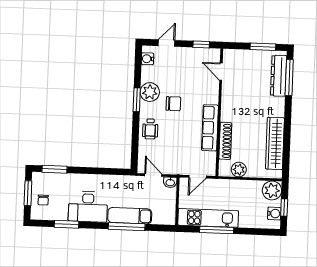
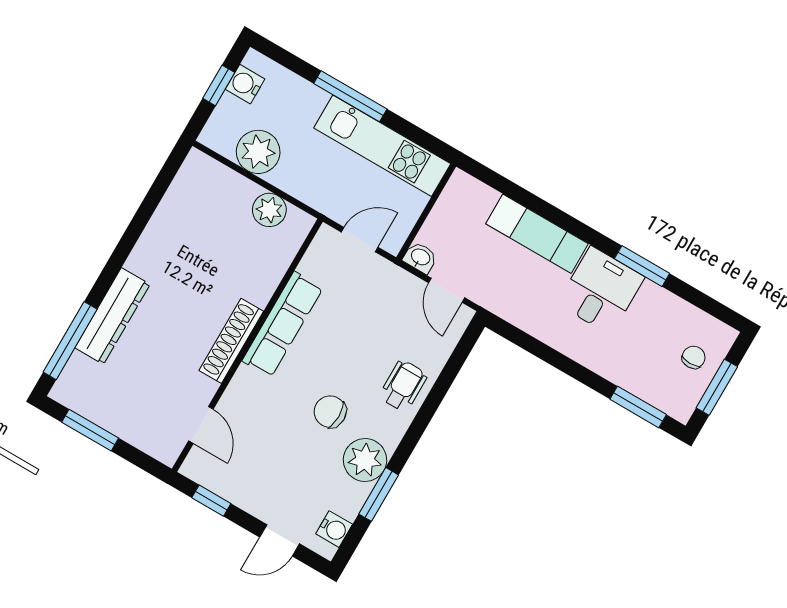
dresser: (279, 76) -> (112, 316), moved
window: (137, 100) -> (379, 494), moved
shoe rack: (225, 141) -> (231, 341), moved
wardrobe: (275, 143) -> (169, 224), removed
plant: (272, 190) -> (258, 152), moved
desk: (88, 207) -> (601, 290), width x0.73
window: (66, 224) -> (642, 266), moved
window: (127, 227) -> (555, 215), removed
window: (217, 230) -> (350, 96), moved

